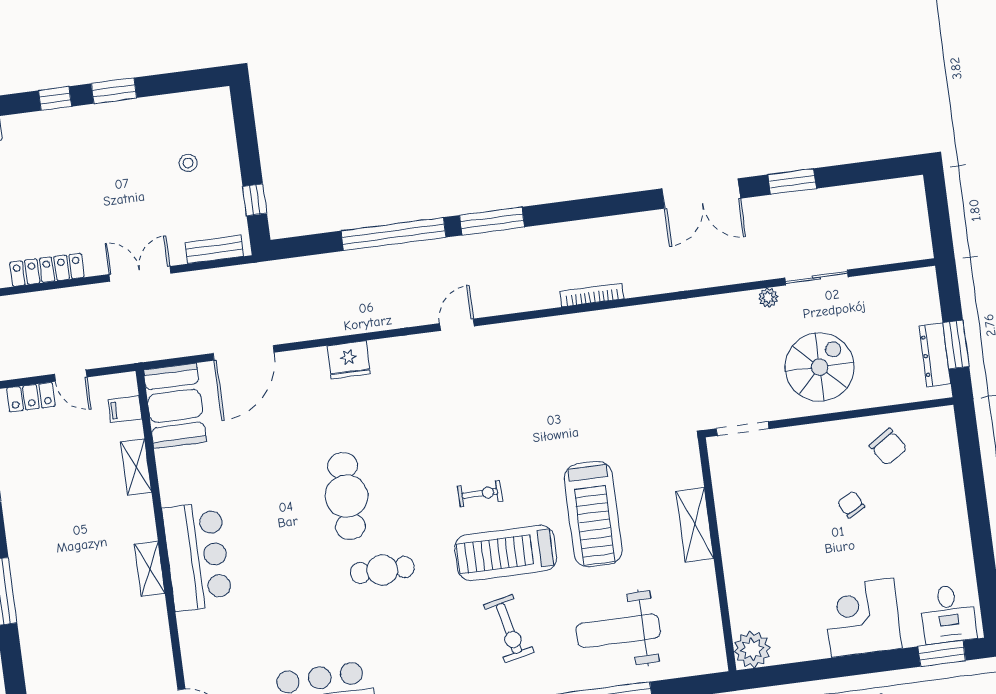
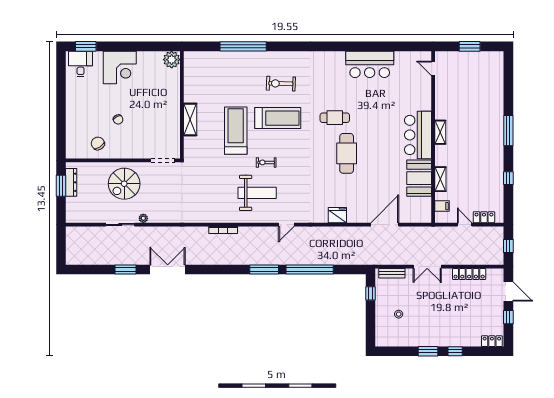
booth: (175, 406) -> (419, 178), moved
exercise bike: (480, 494) -> (266, 162), moved
exercise bike: (509, 628) -> (281, 84), turned -75
weight bench: (618, 631) -> (257, 193), moved

